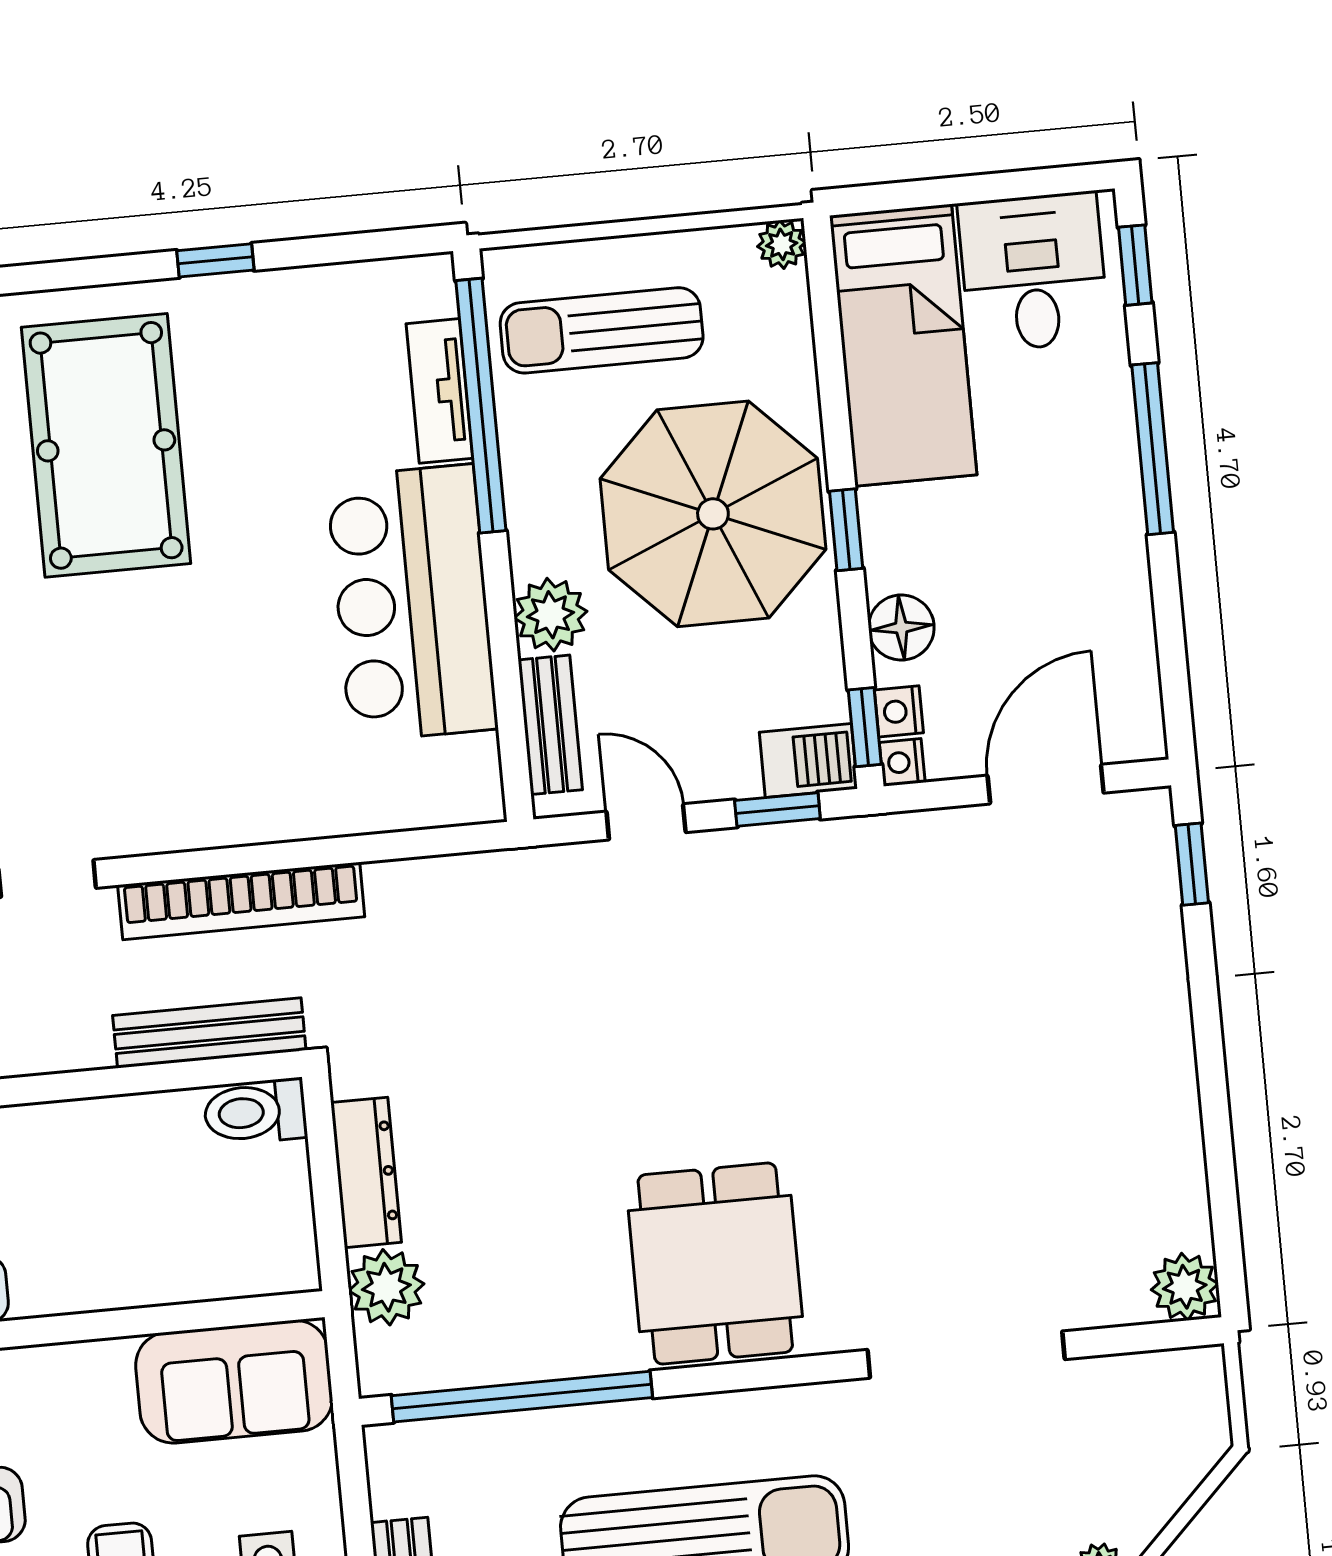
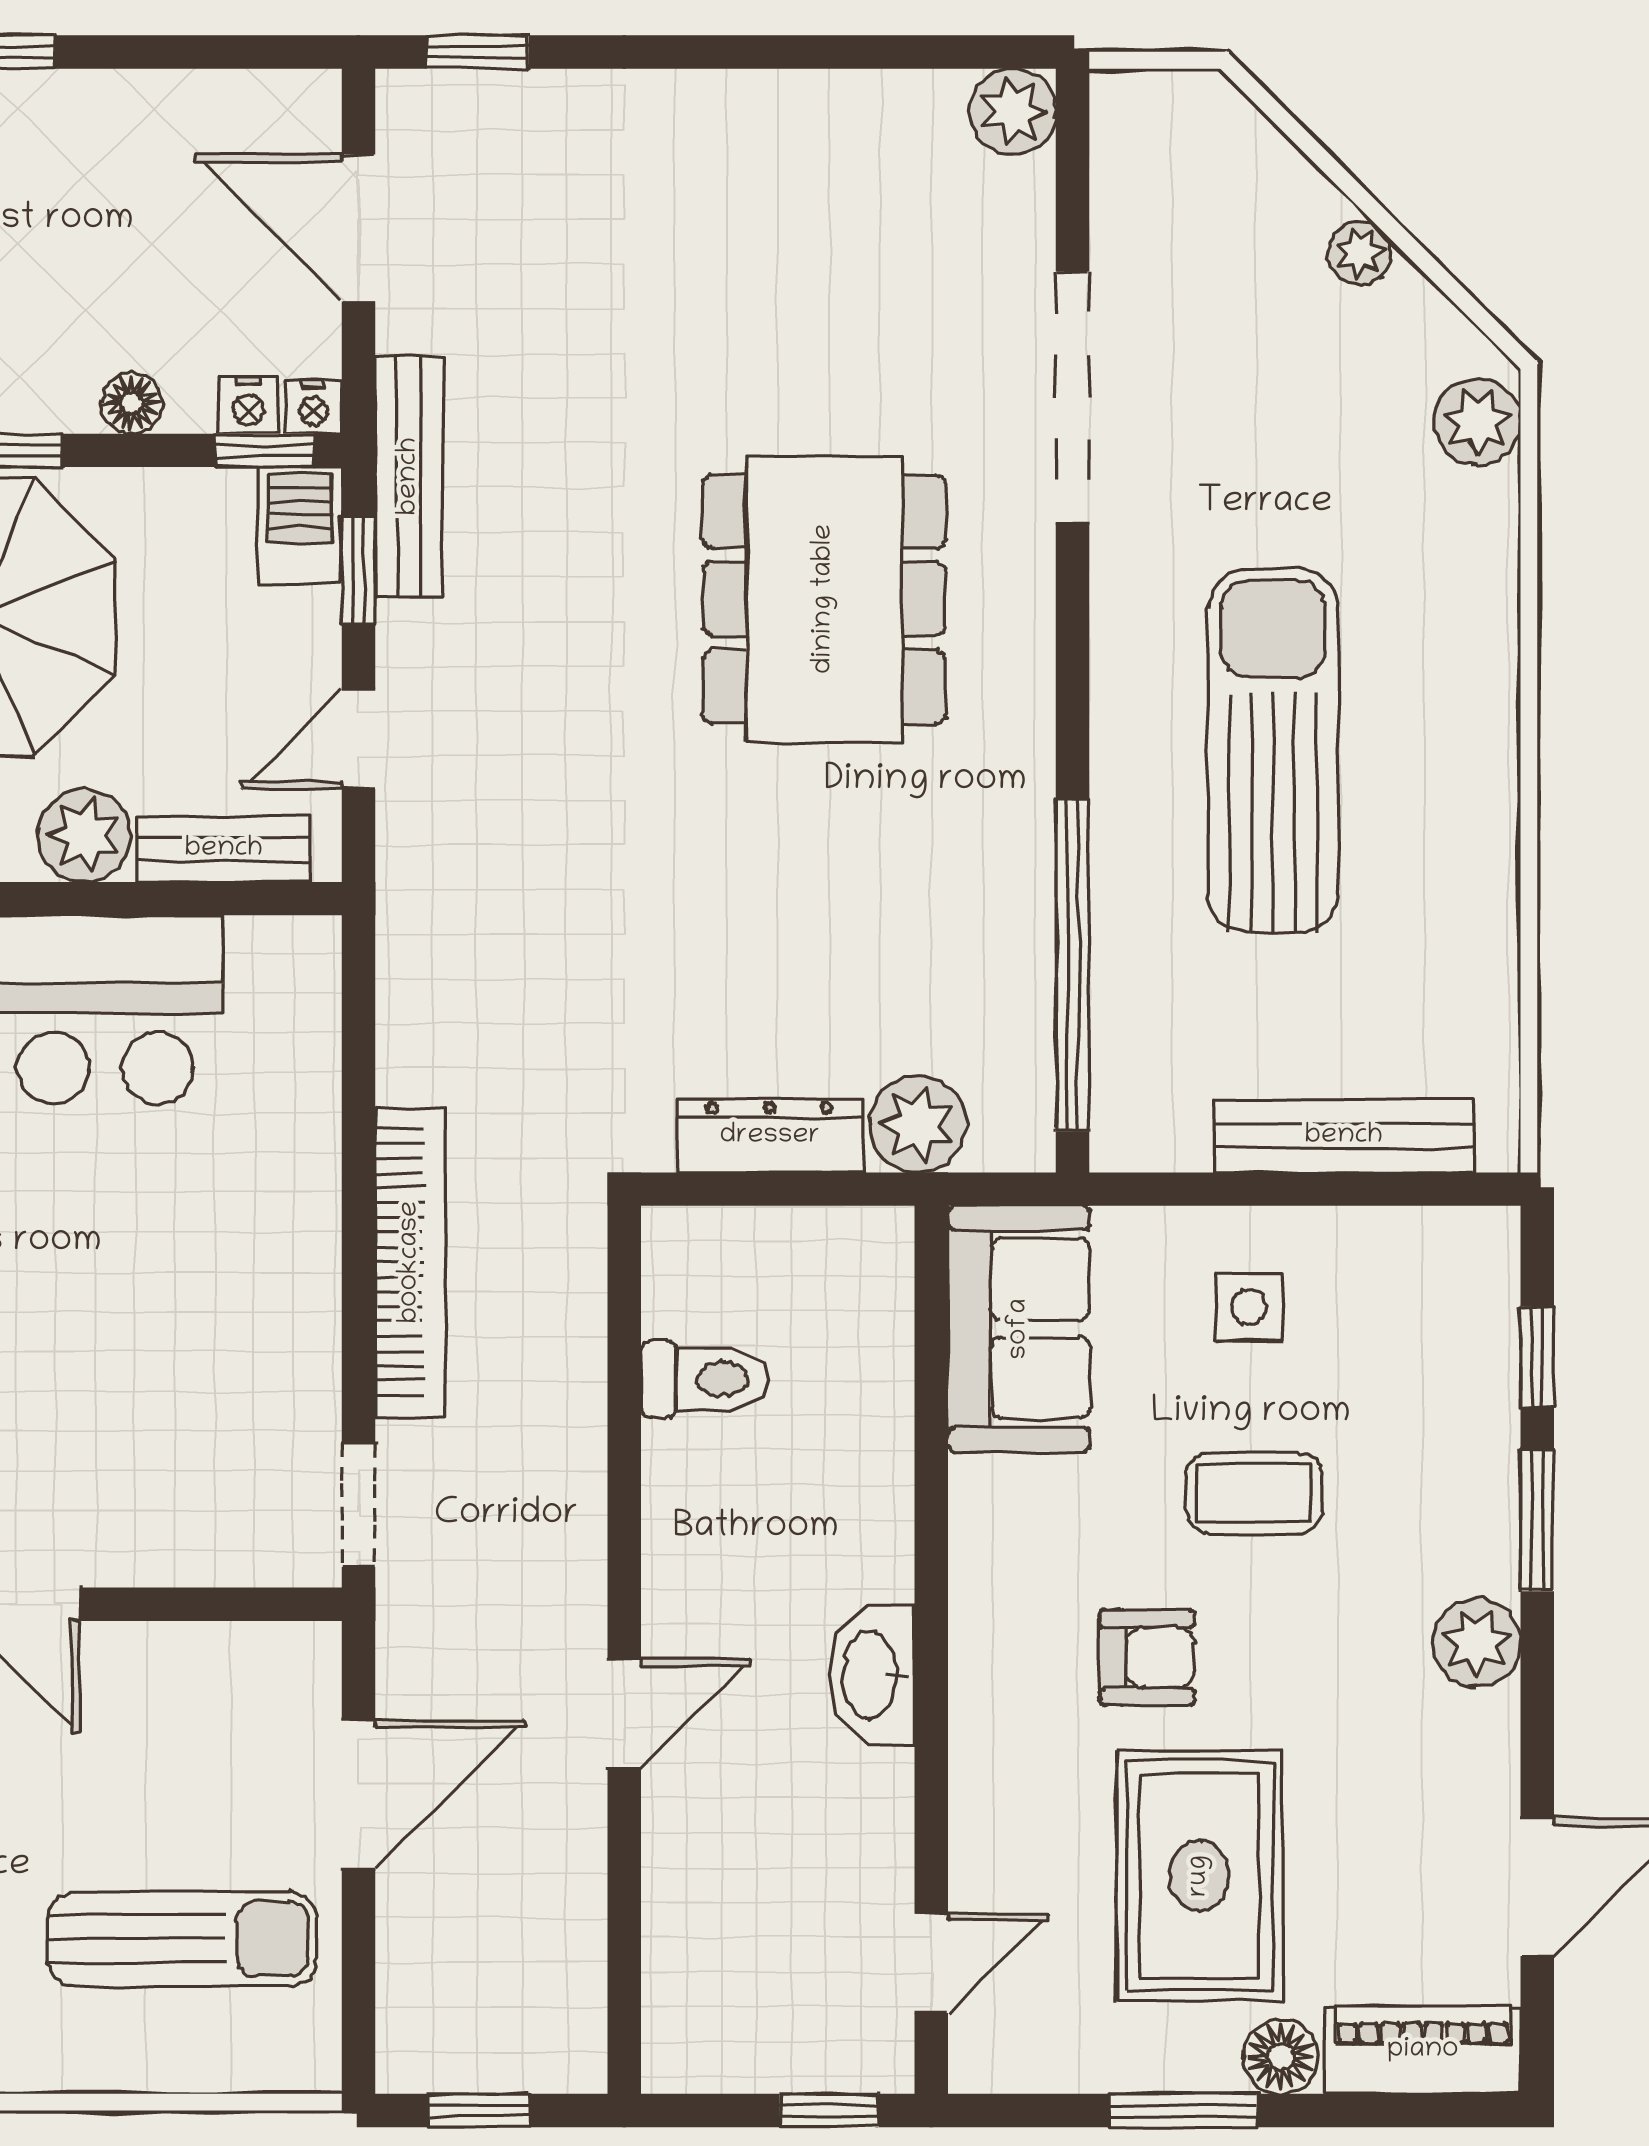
floor lamp: (901, 628) -> (131, 403), width x0.73, depth x0.73
bench: (209, 1033) -> (409, 476), moved
toilet: (255, 1112) -> (704, 1379), moved, turned -90
dining table: (715, 1264) -> (824, 599), moved, width x1.38

